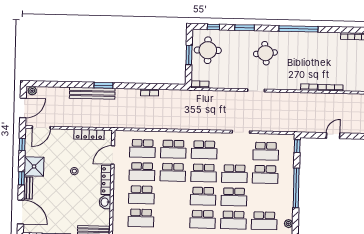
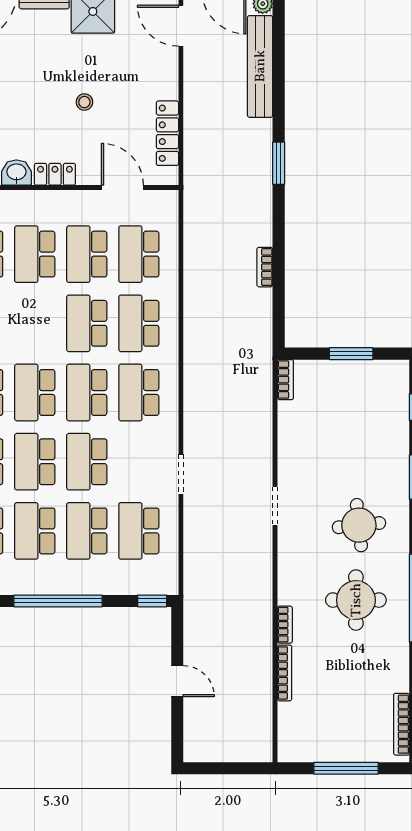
round table: (208, 50) -> (356, 600), moved
bench: (92, 93) -> (260, 66), moved
locker: (106, 180) -> (55, 174), width x0.66
school desk: (265, 198) -> (35, 531), added

